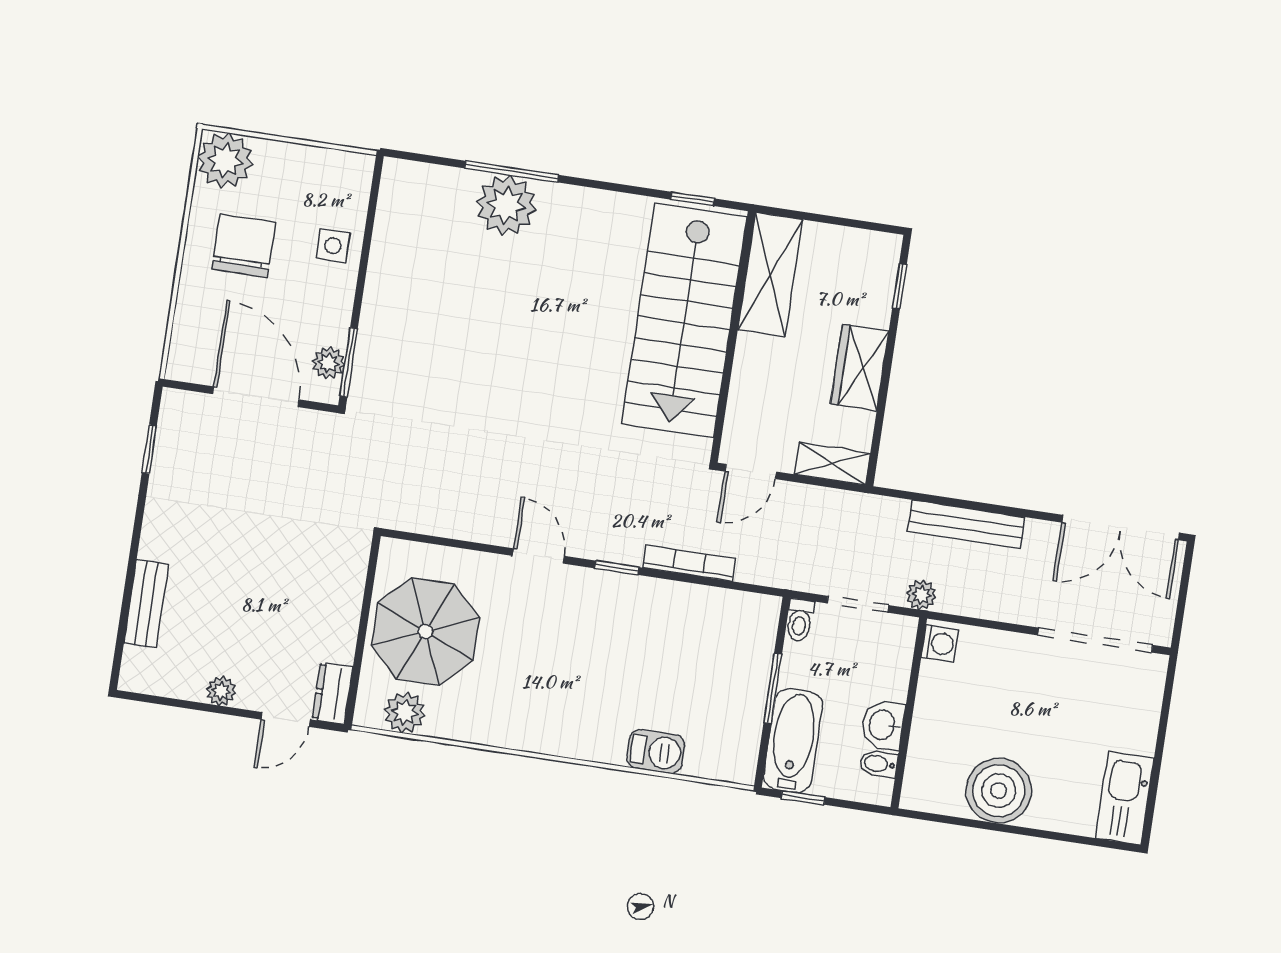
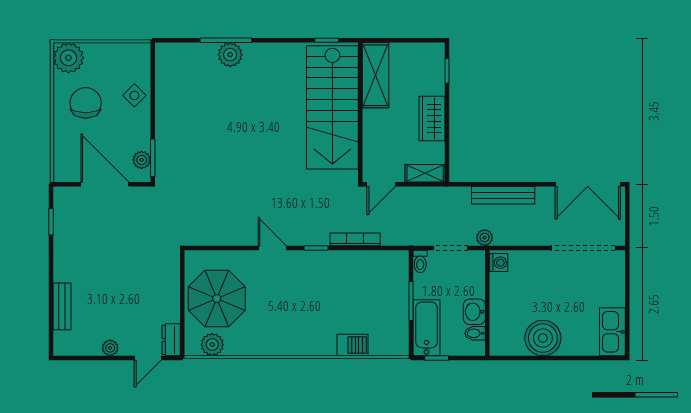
plant: (506, 205) -> (230, 55), width x0.73, depth x0.73
side table: (333, 246) -> (134, 95), turned 45

